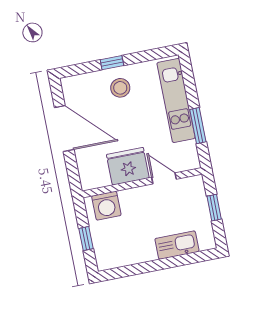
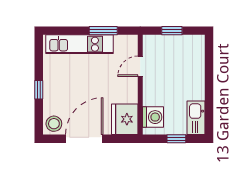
stool: (120, 88) -> (54, 124), moved
fridge: (128, 166) -> (125, 119), moved
kitchen sink: (177, 245) -> (196, 118), moved

